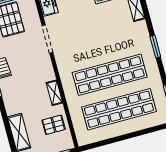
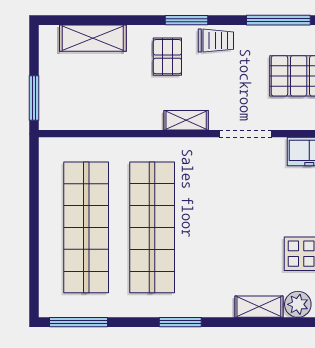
shelving: (54, 93) -> (186, 120), moved
pallet: (54, 125) -> (167, 57), moved

